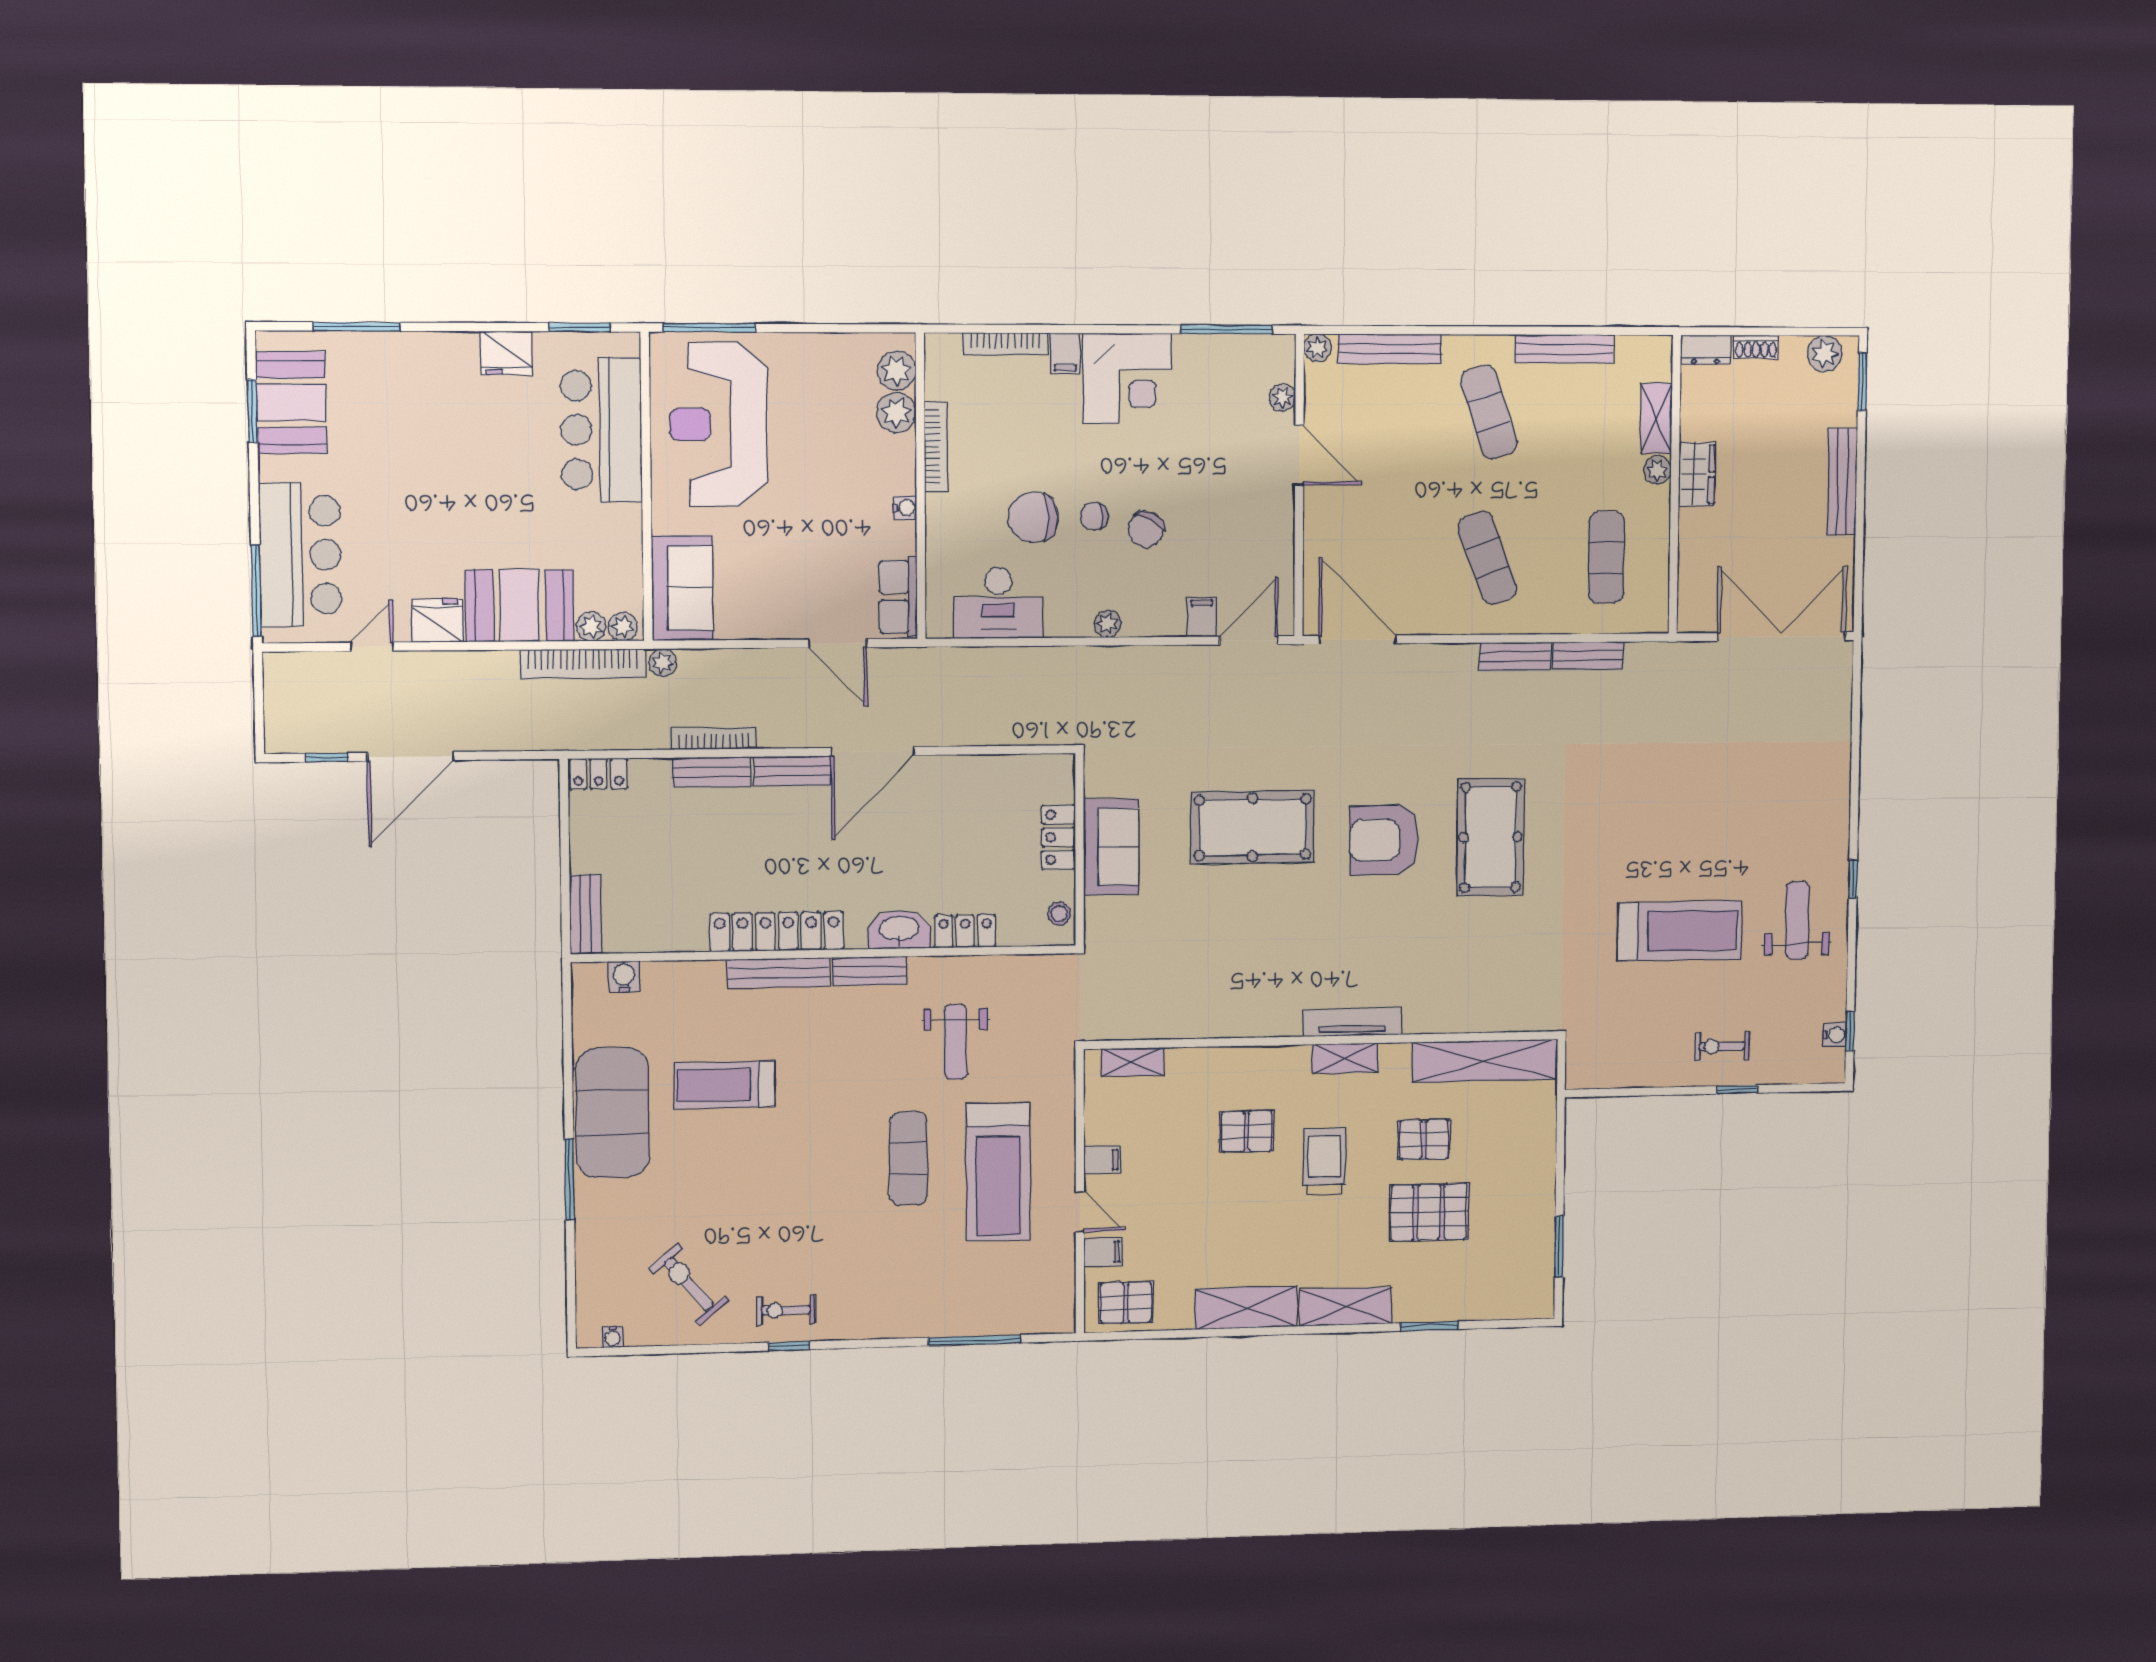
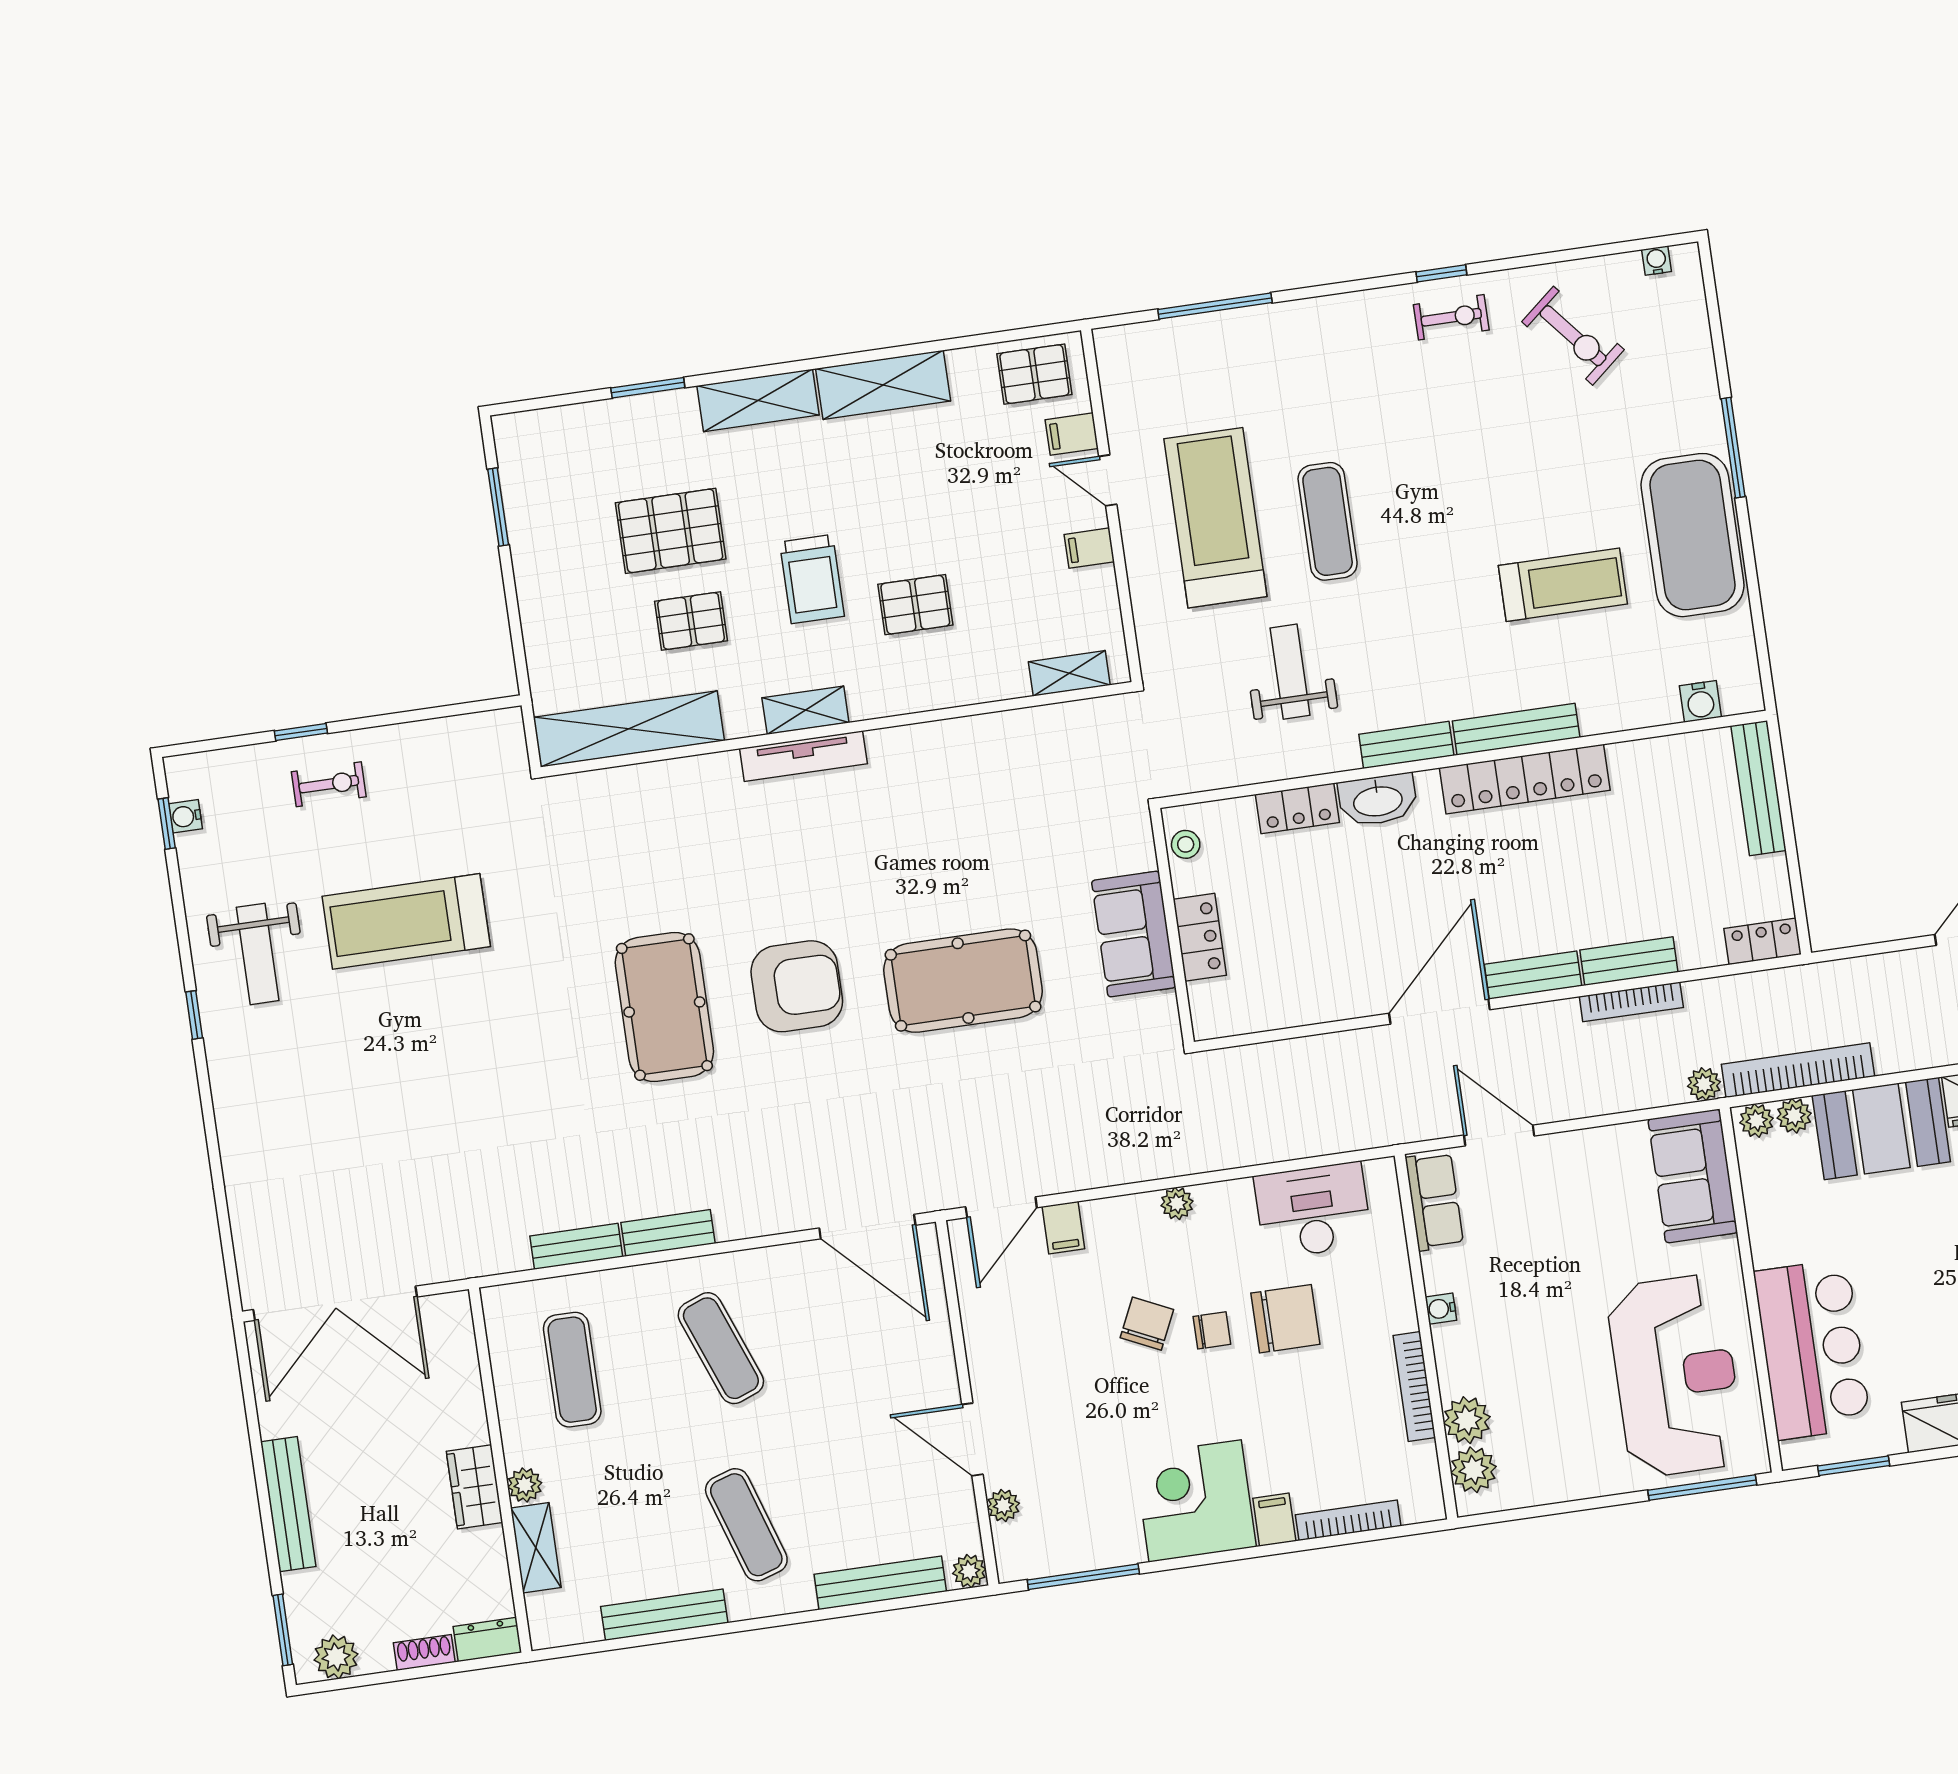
bench: (585, 914) -> (1759, 788), width x1.36

